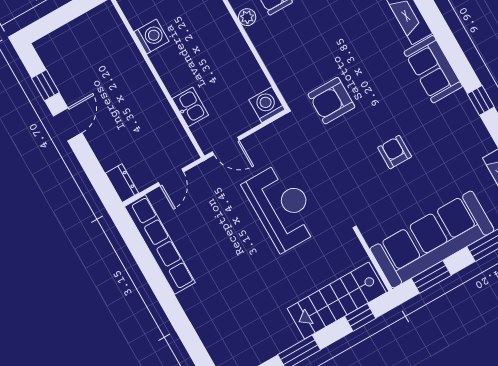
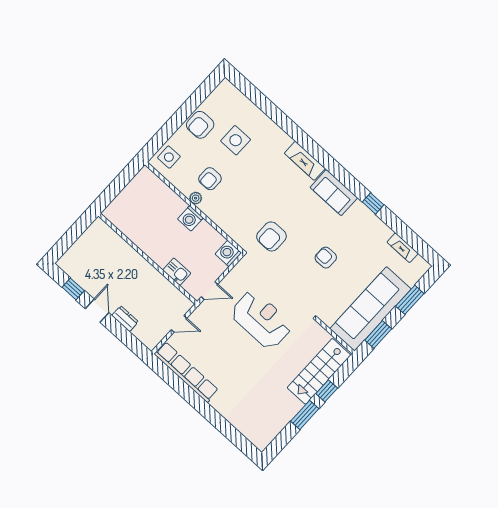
washing machine: (151, 36) -> (190, 218), moved, turned 180
door: (171, 177) -> (179, 324), hinge flipped
dresser: (122, 183) -> (125, 319), moved
window: (360, 317) -> (327, 391), moved

